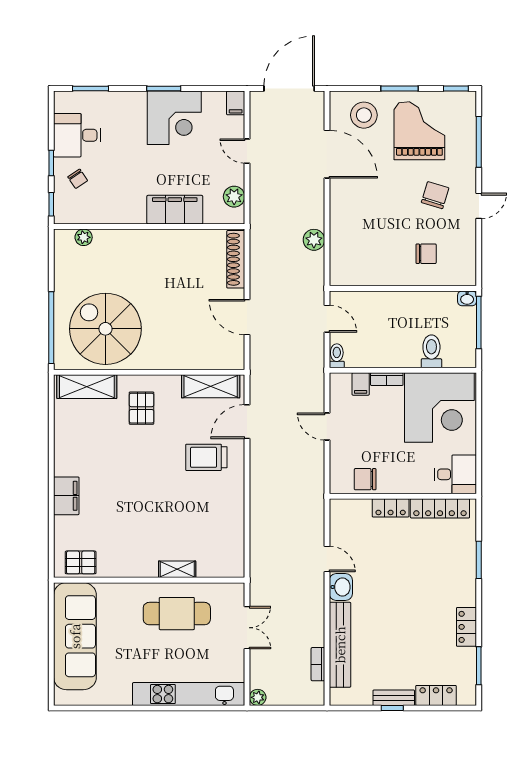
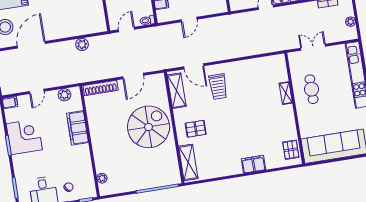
spiral stairs: (105, 329) -> (149, 127), moved, turned 180
cafe table: (177, 614) -> (311, 89), width x0.73, depth x0.74
plant: (258, 697) -> (351, 22), moved

